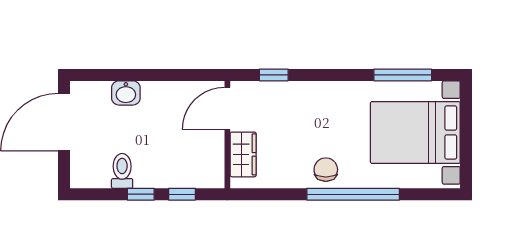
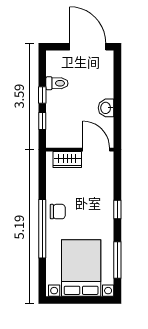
window: (274, 75) -> (117, 210), moved
washbasin: (126, 93) -> (106, 108), moved

